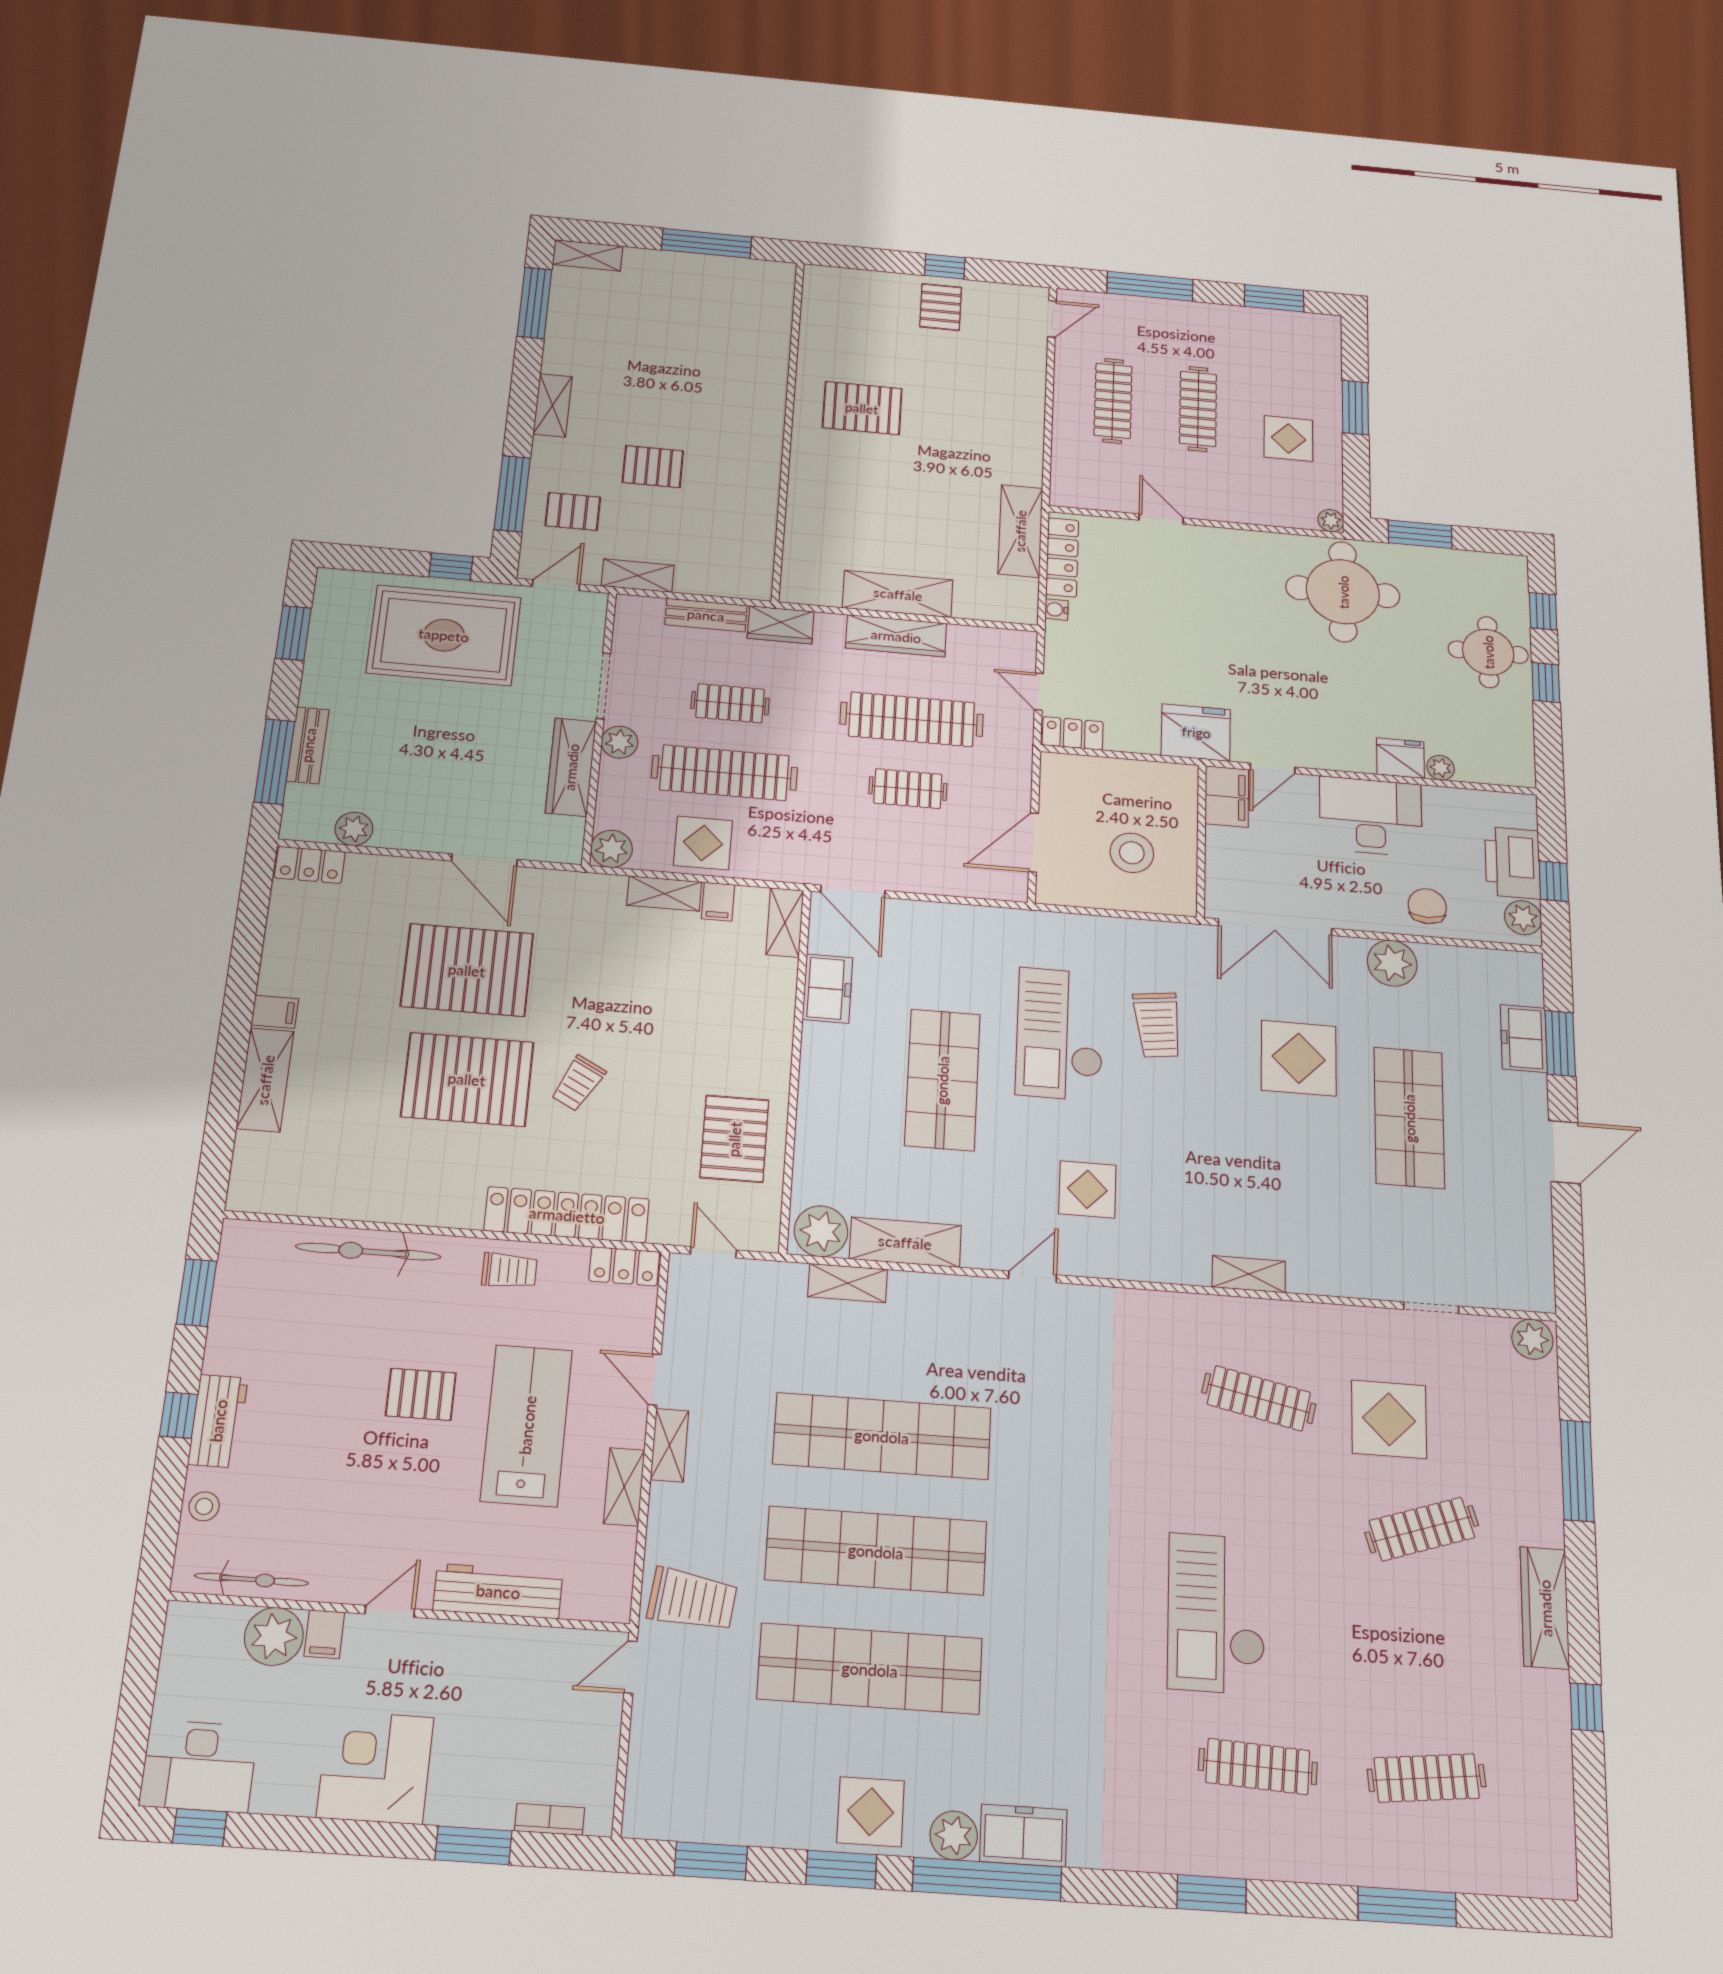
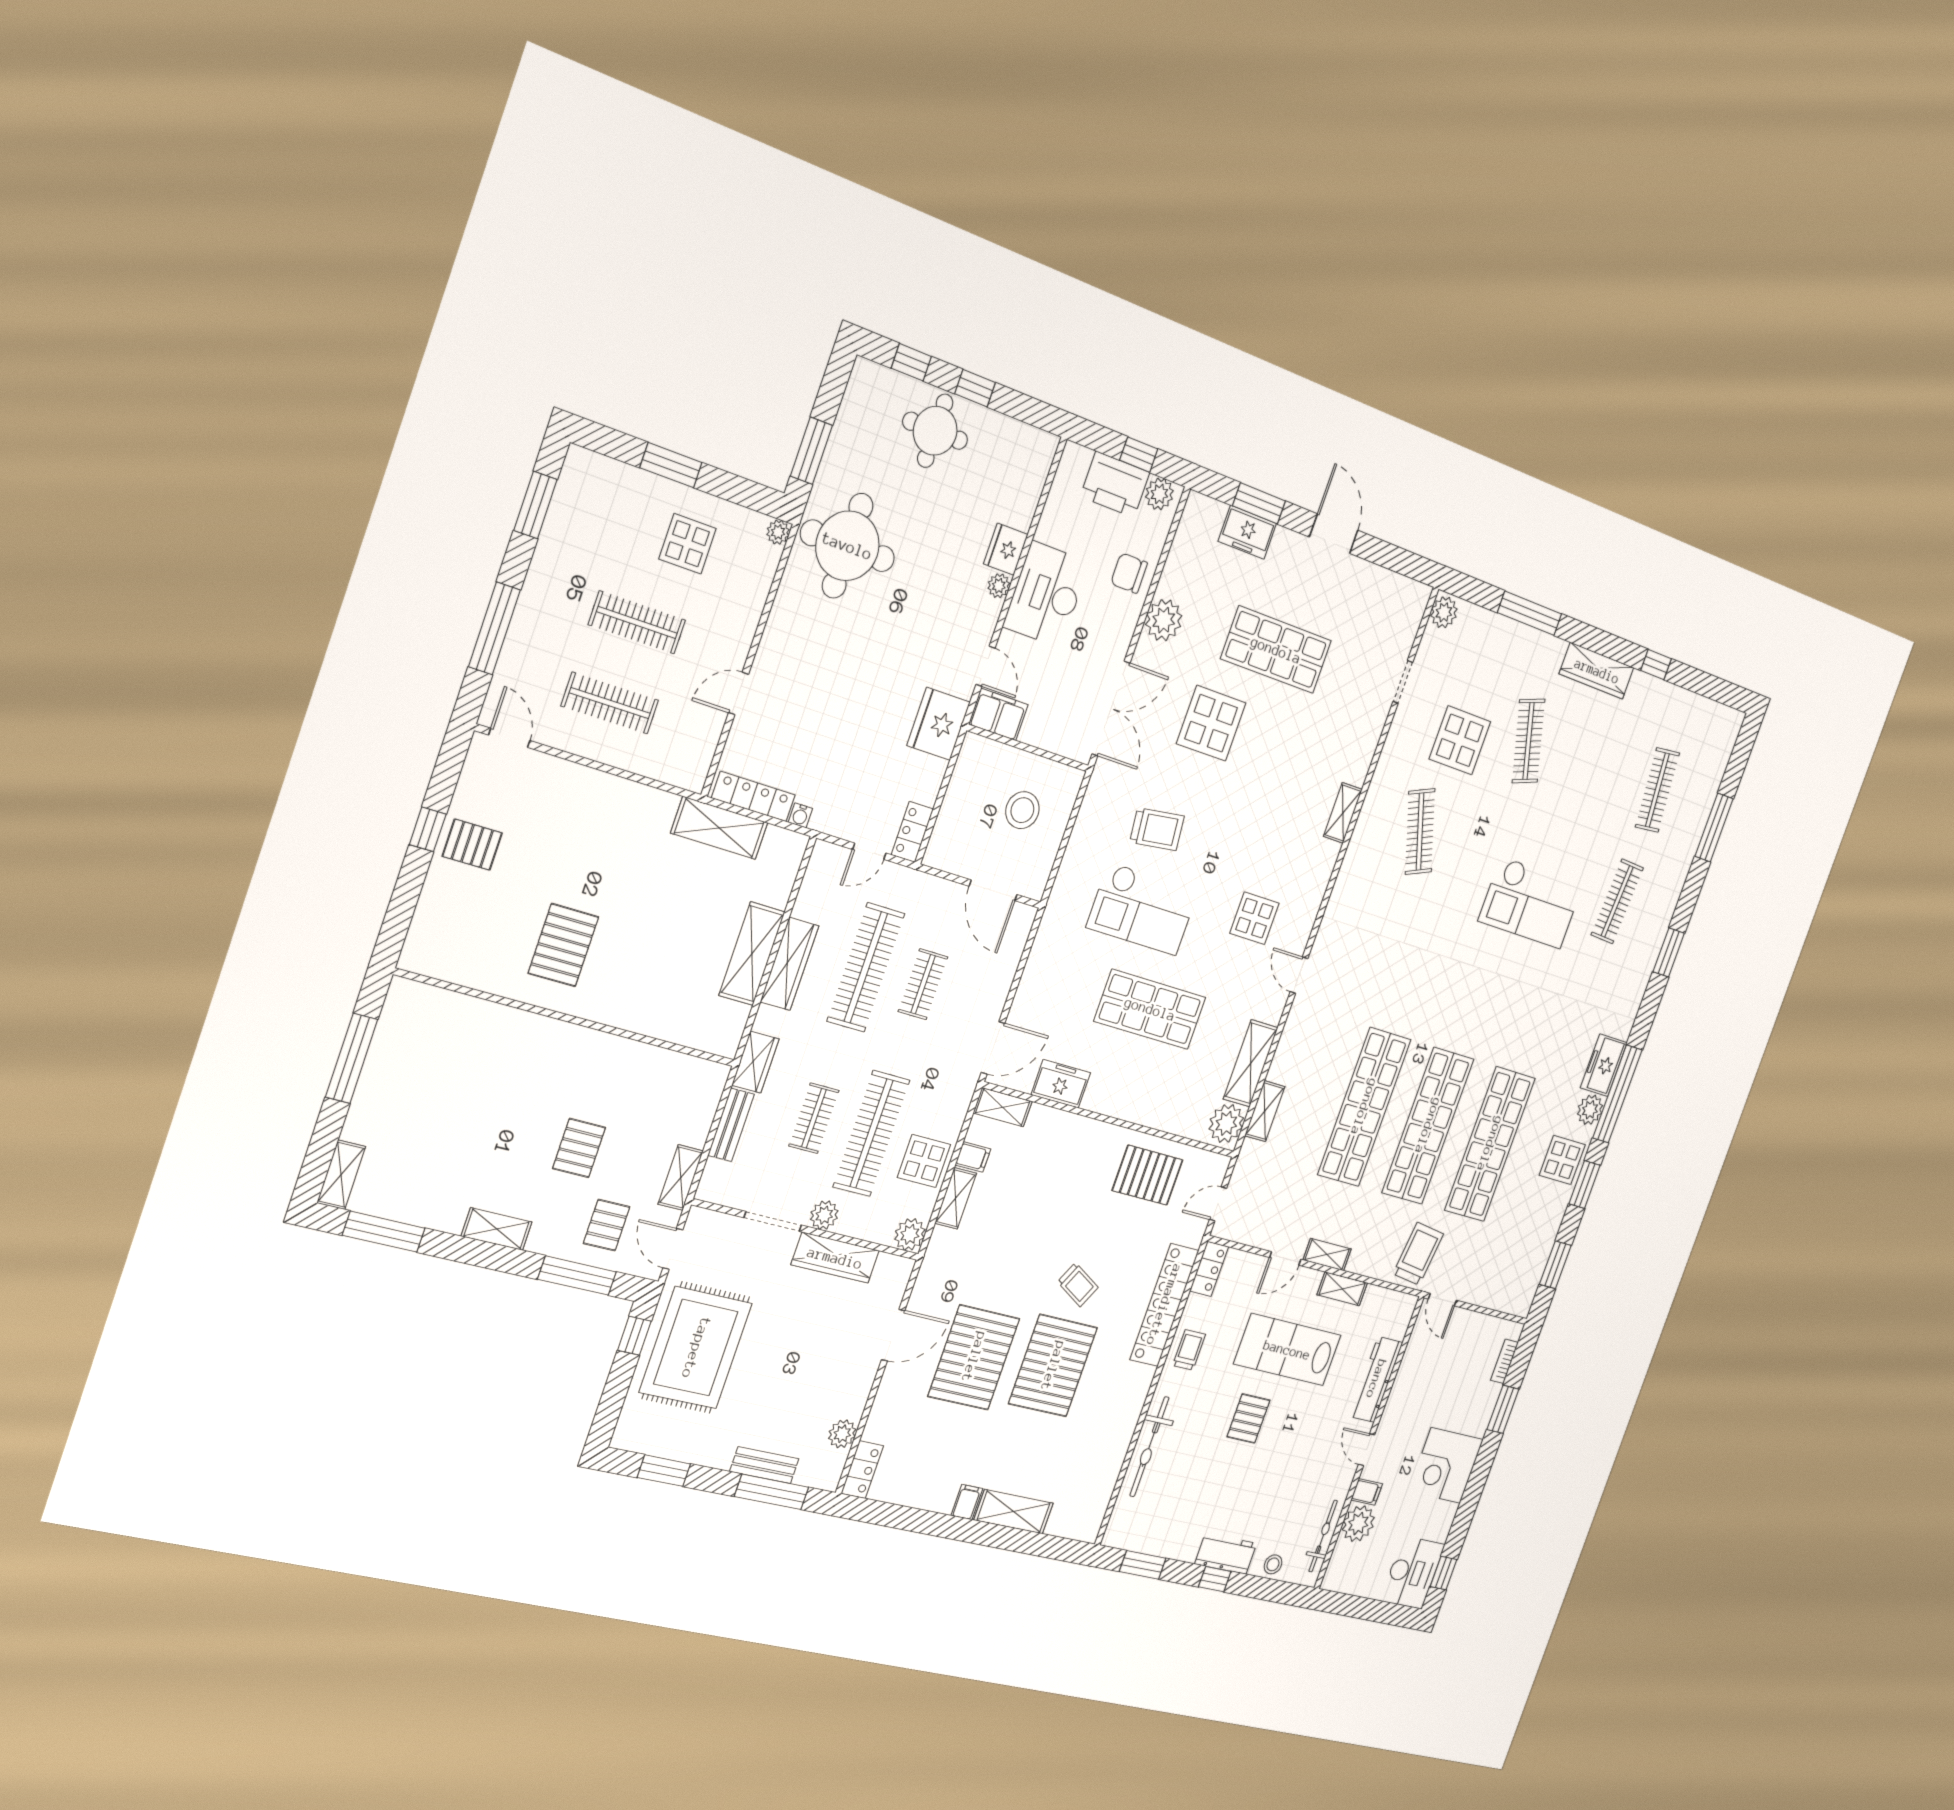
plant: (1441, 768) -> (999, 586), moved
clothes rail: (1259, 1398) -> (1420, 832), turned -33

